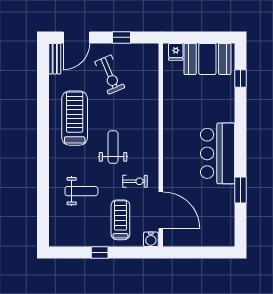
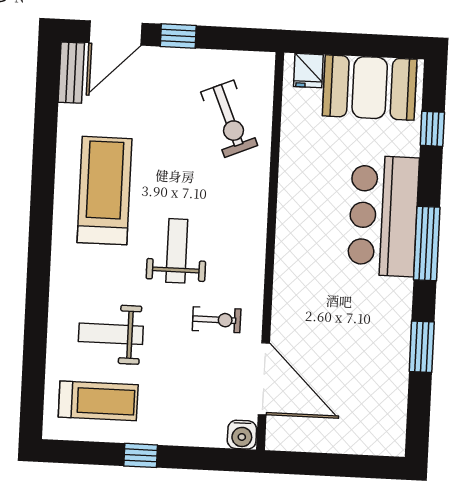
window: (121, 37) -> (178, 36), moved
exercise bike: (110, 75) -> (229, 119), moved
window: (240, 137) -> (427, 243), added
bar counter: (218, 153) -> (383, 216), moved
weight bench: (81, 191) -> (111, 334), turned 180
treadmill: (120, 220) -> (98, 401), moved, turned 90

